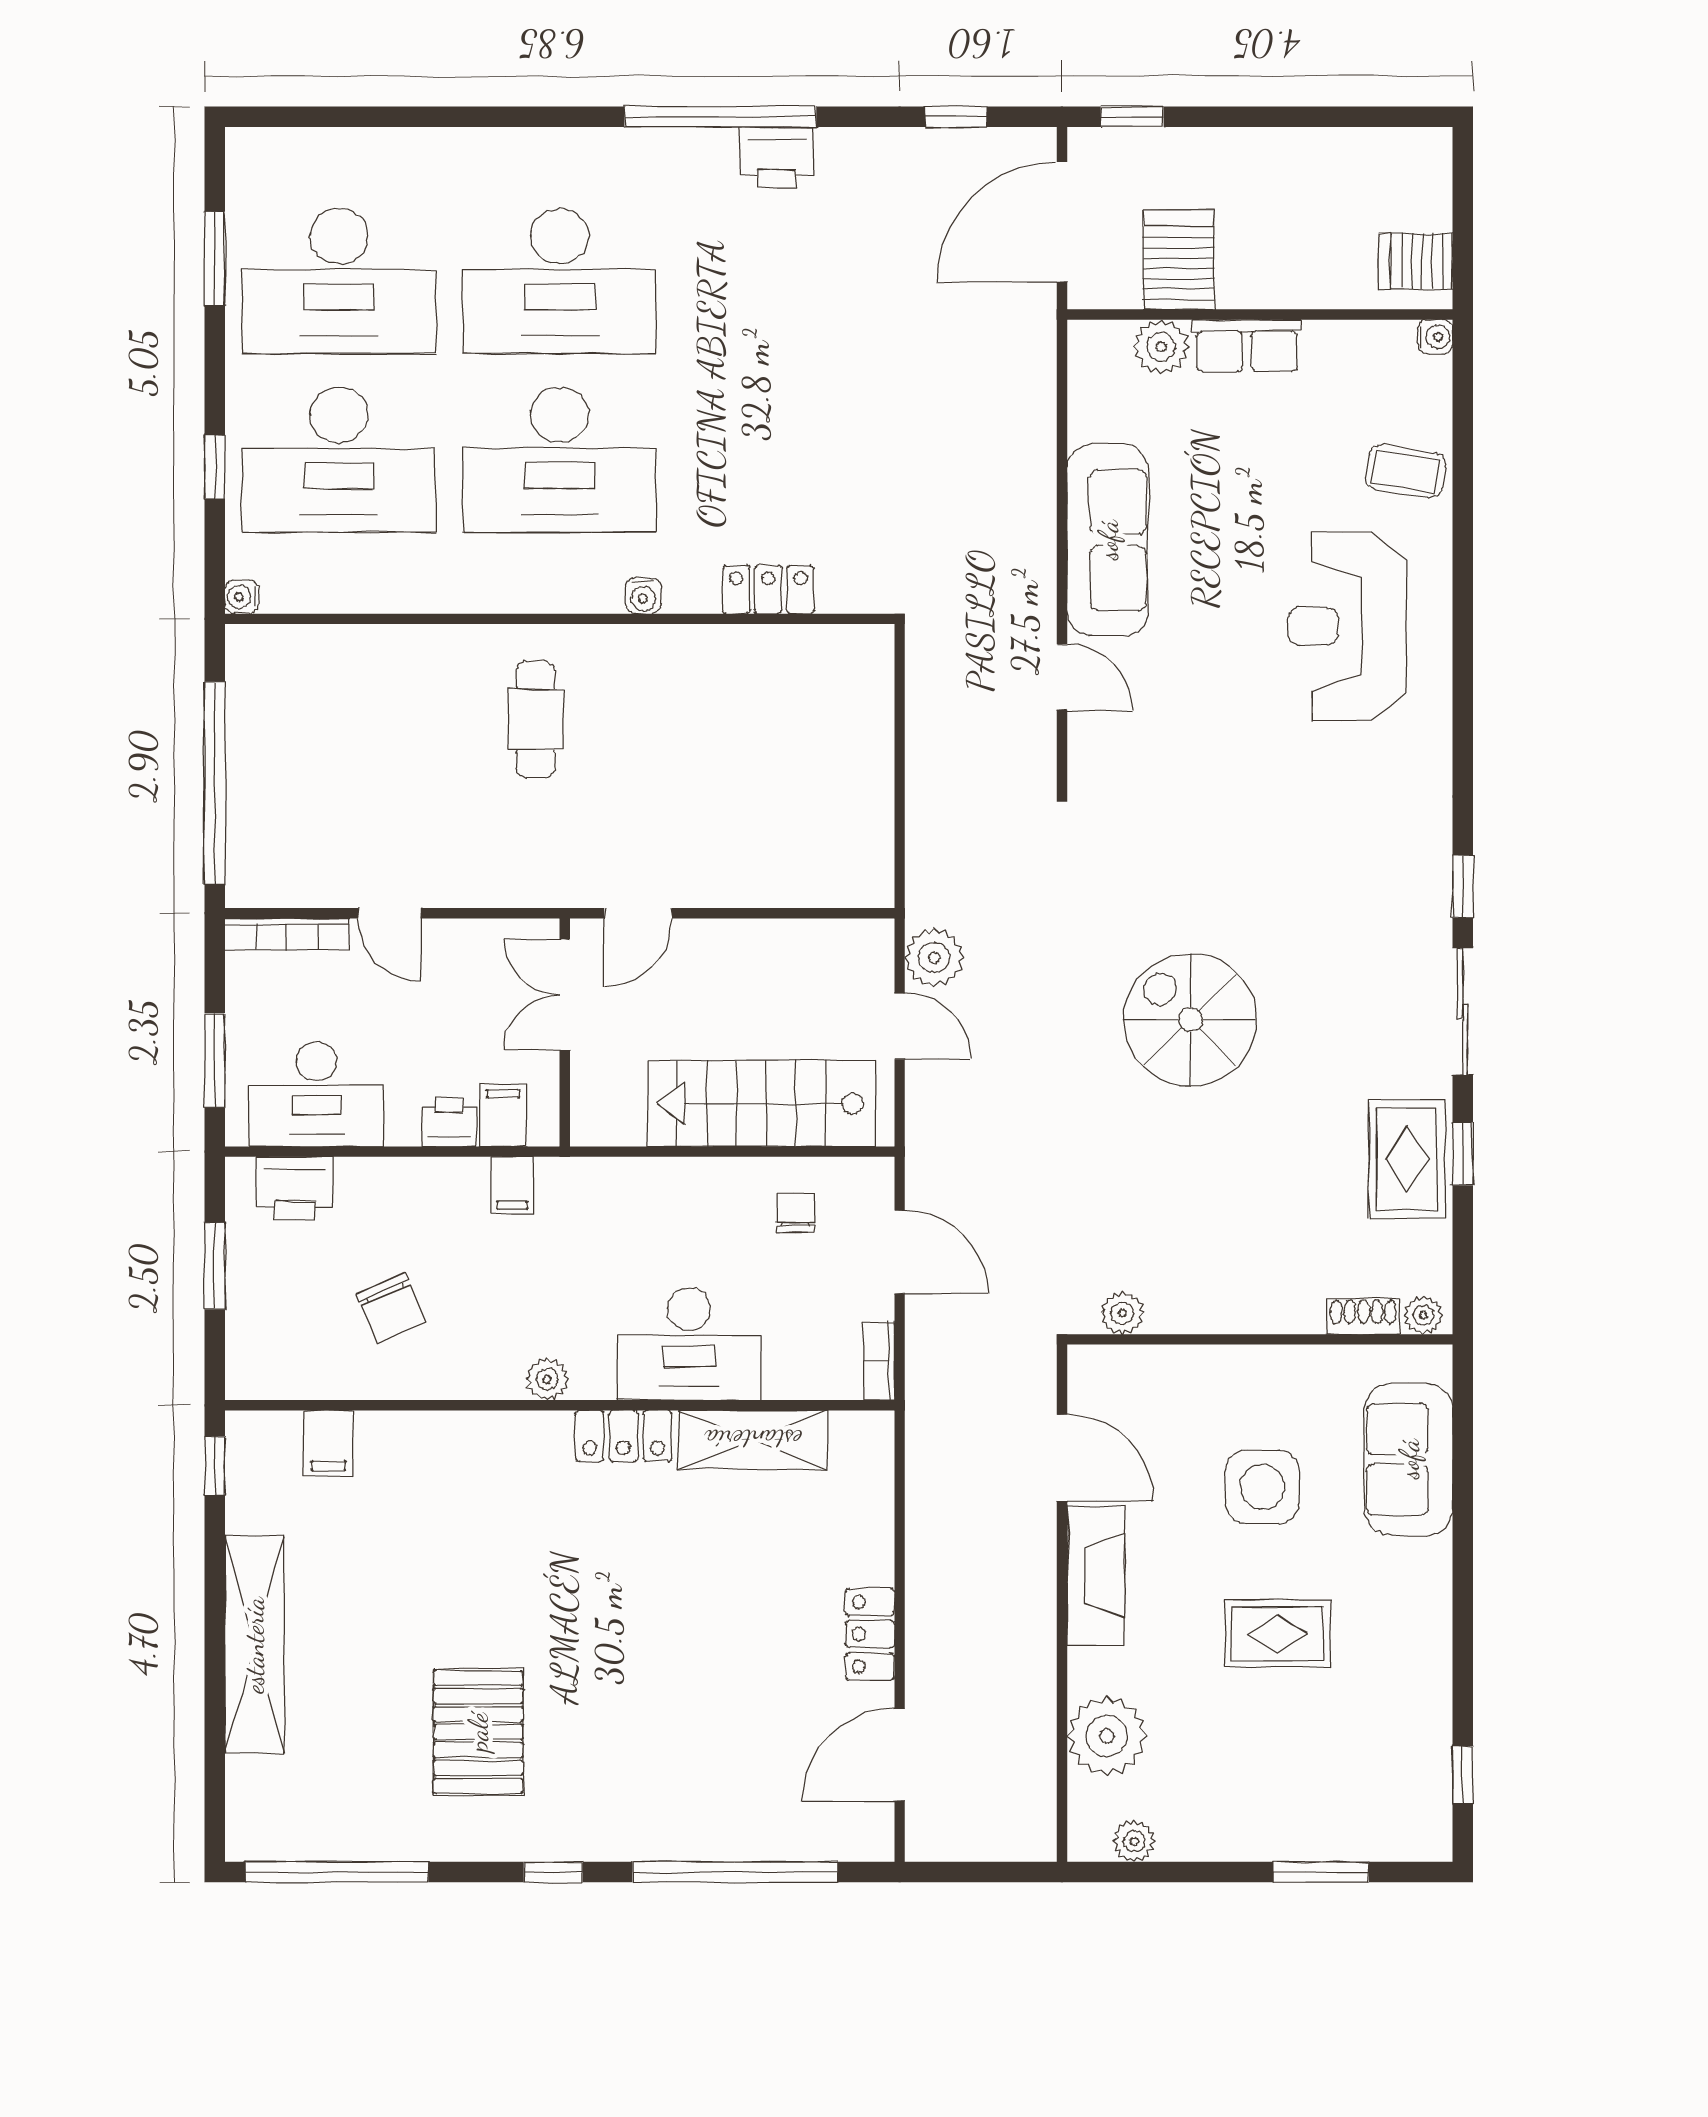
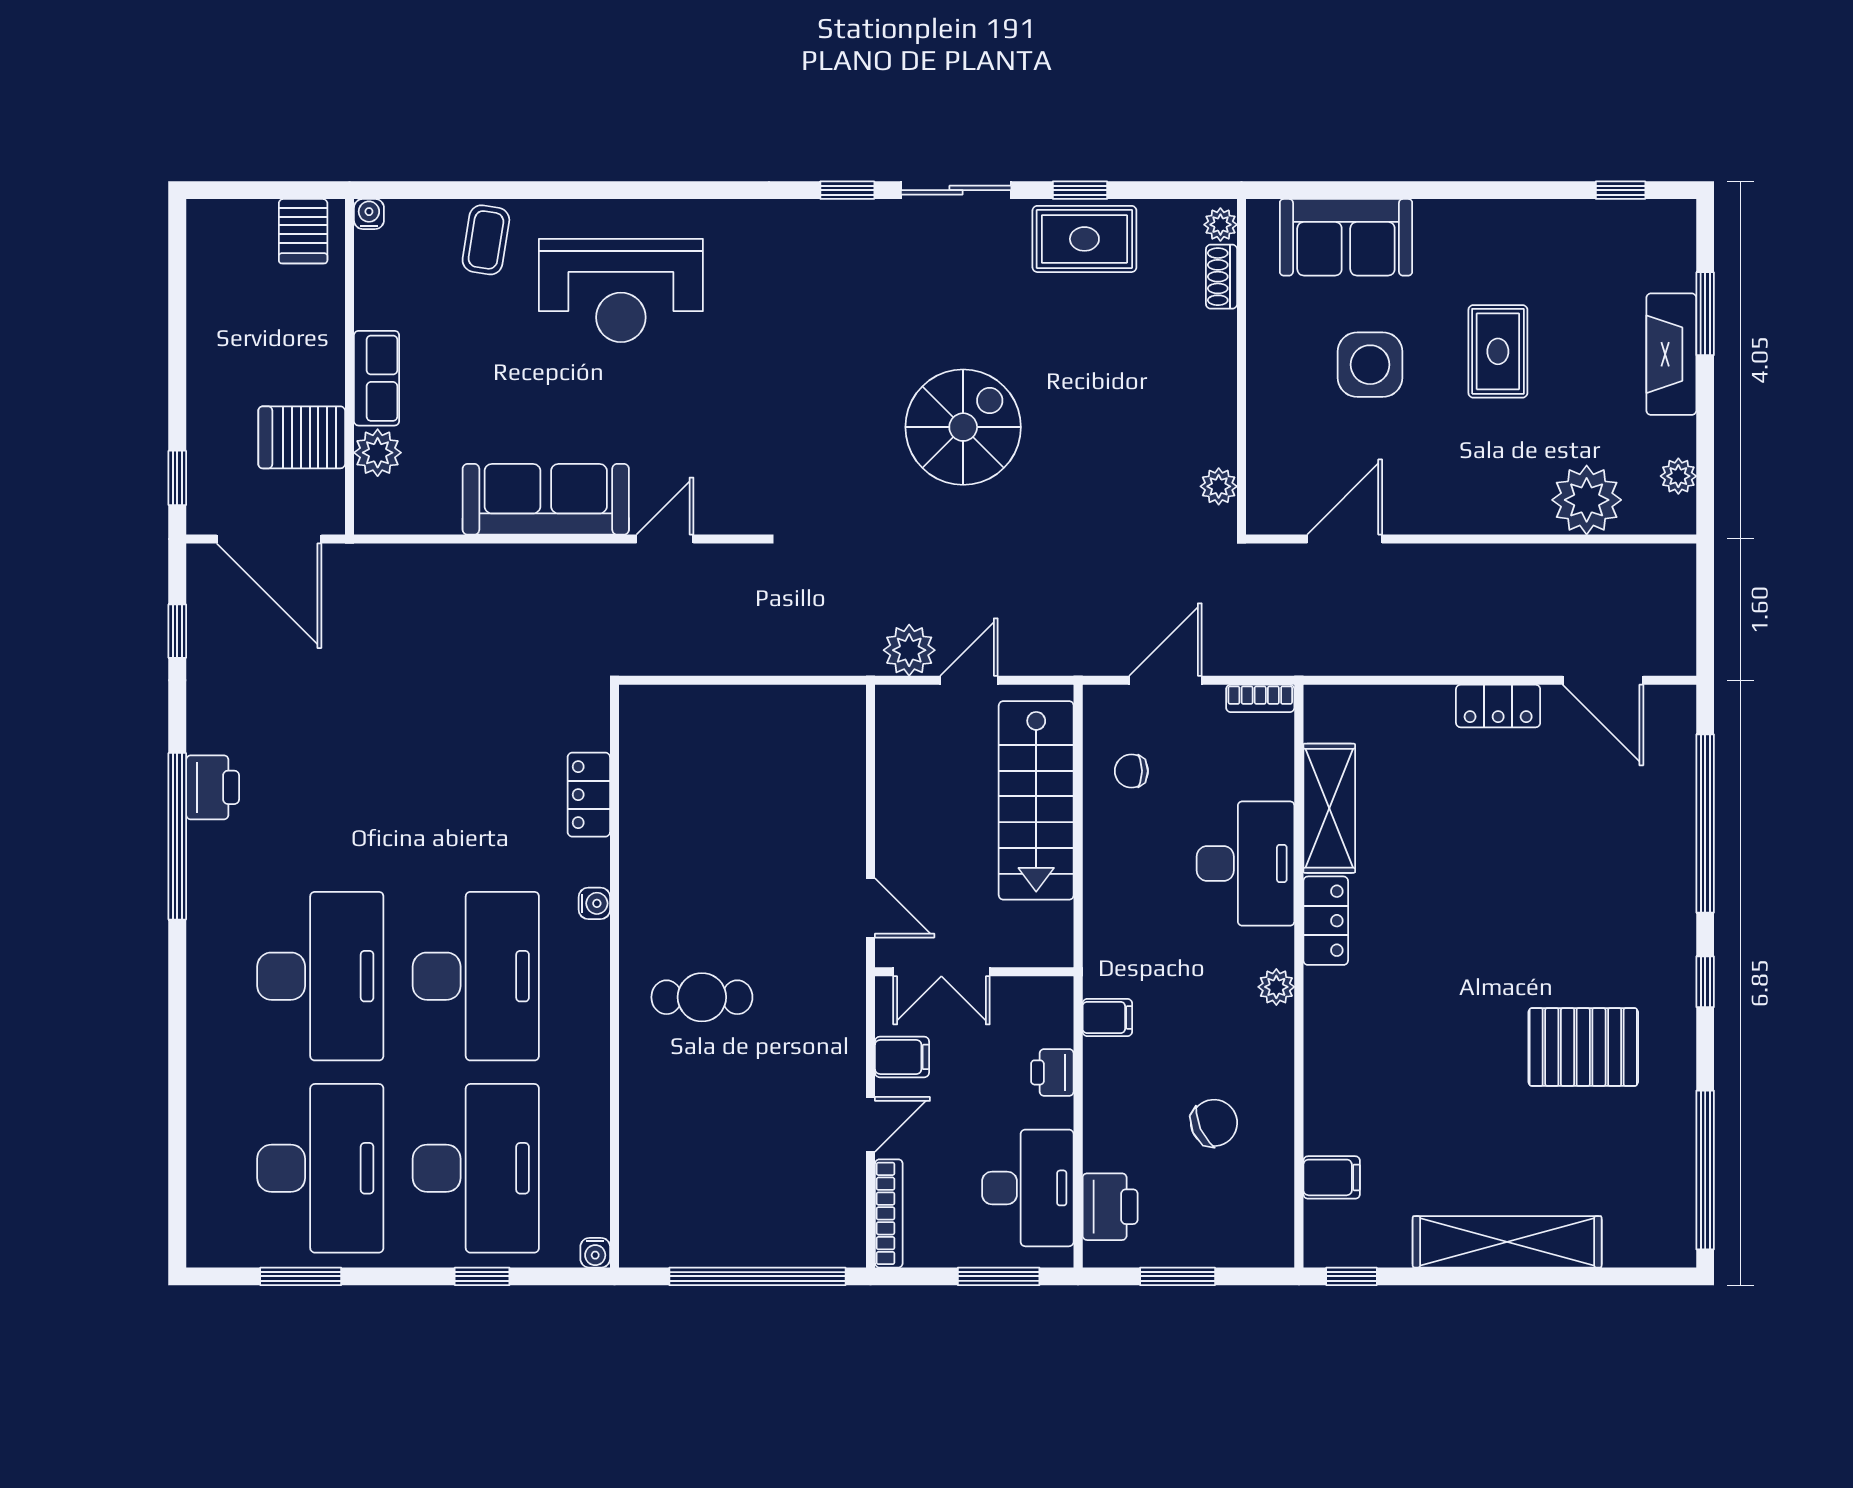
spiral stairs: (1190, 1020) -> (963, 427), turned 180
filing cabinet: (503, 1115) -> (902, 1057), moved, turned 180
fireplace: (1096, 1575) -> (1671, 354), moved, turned -90

